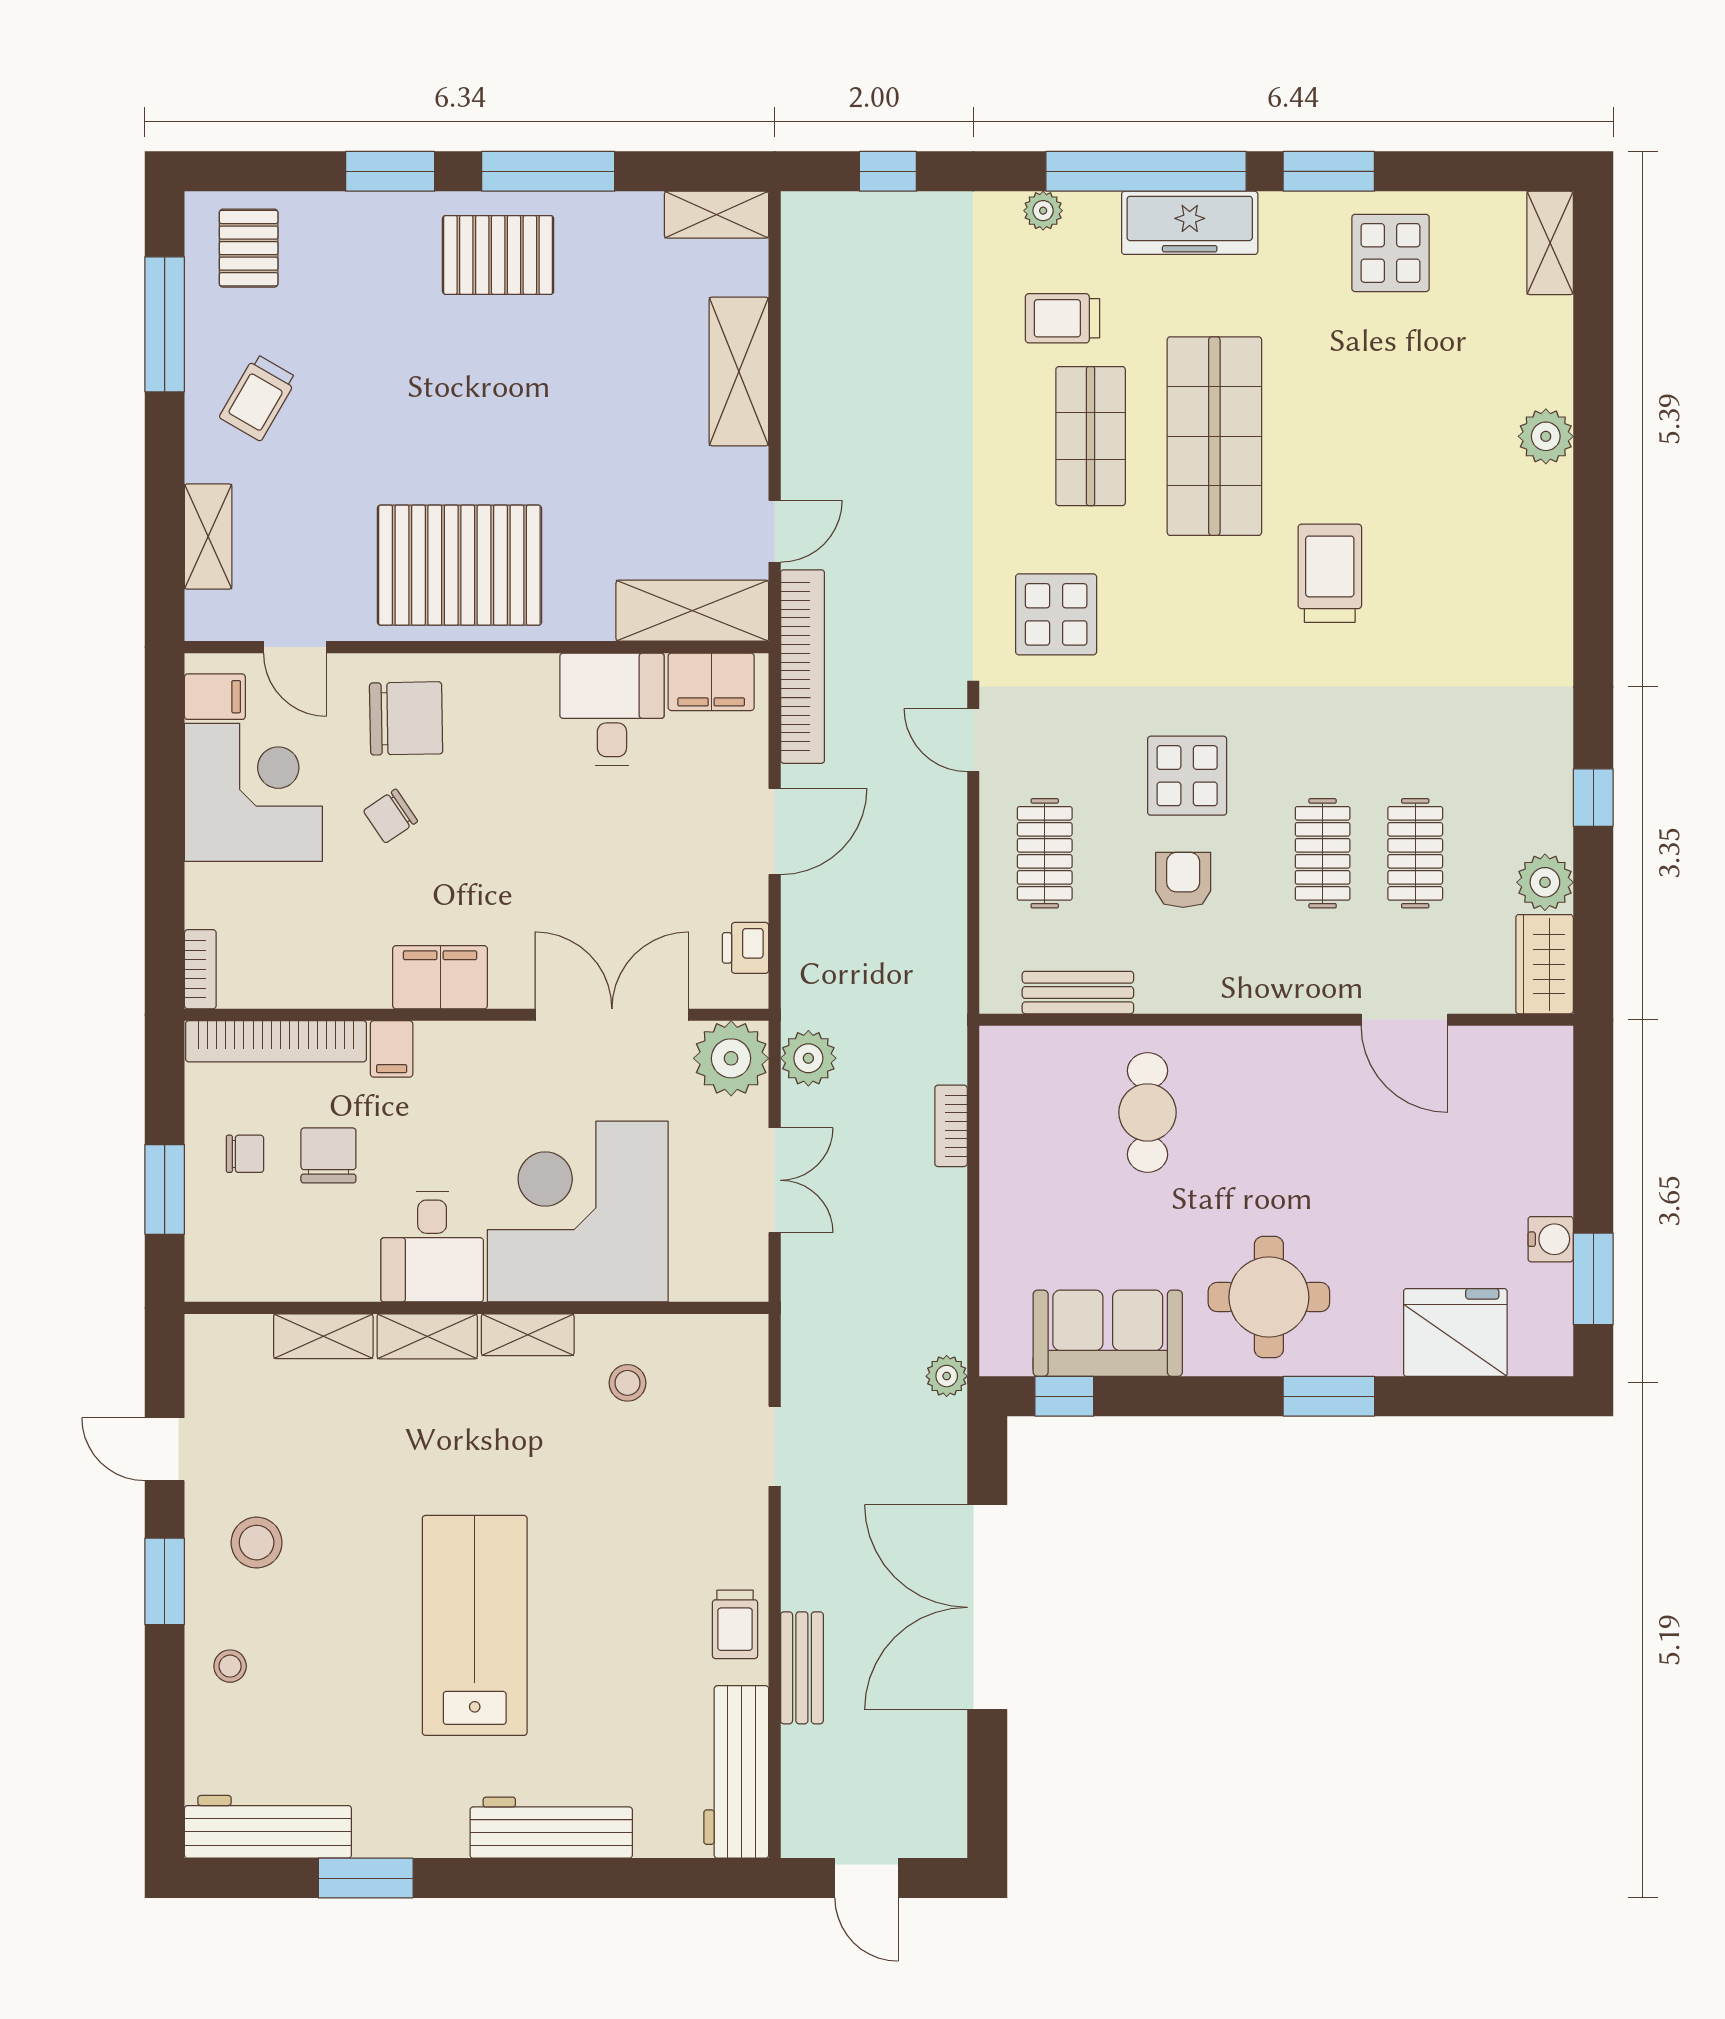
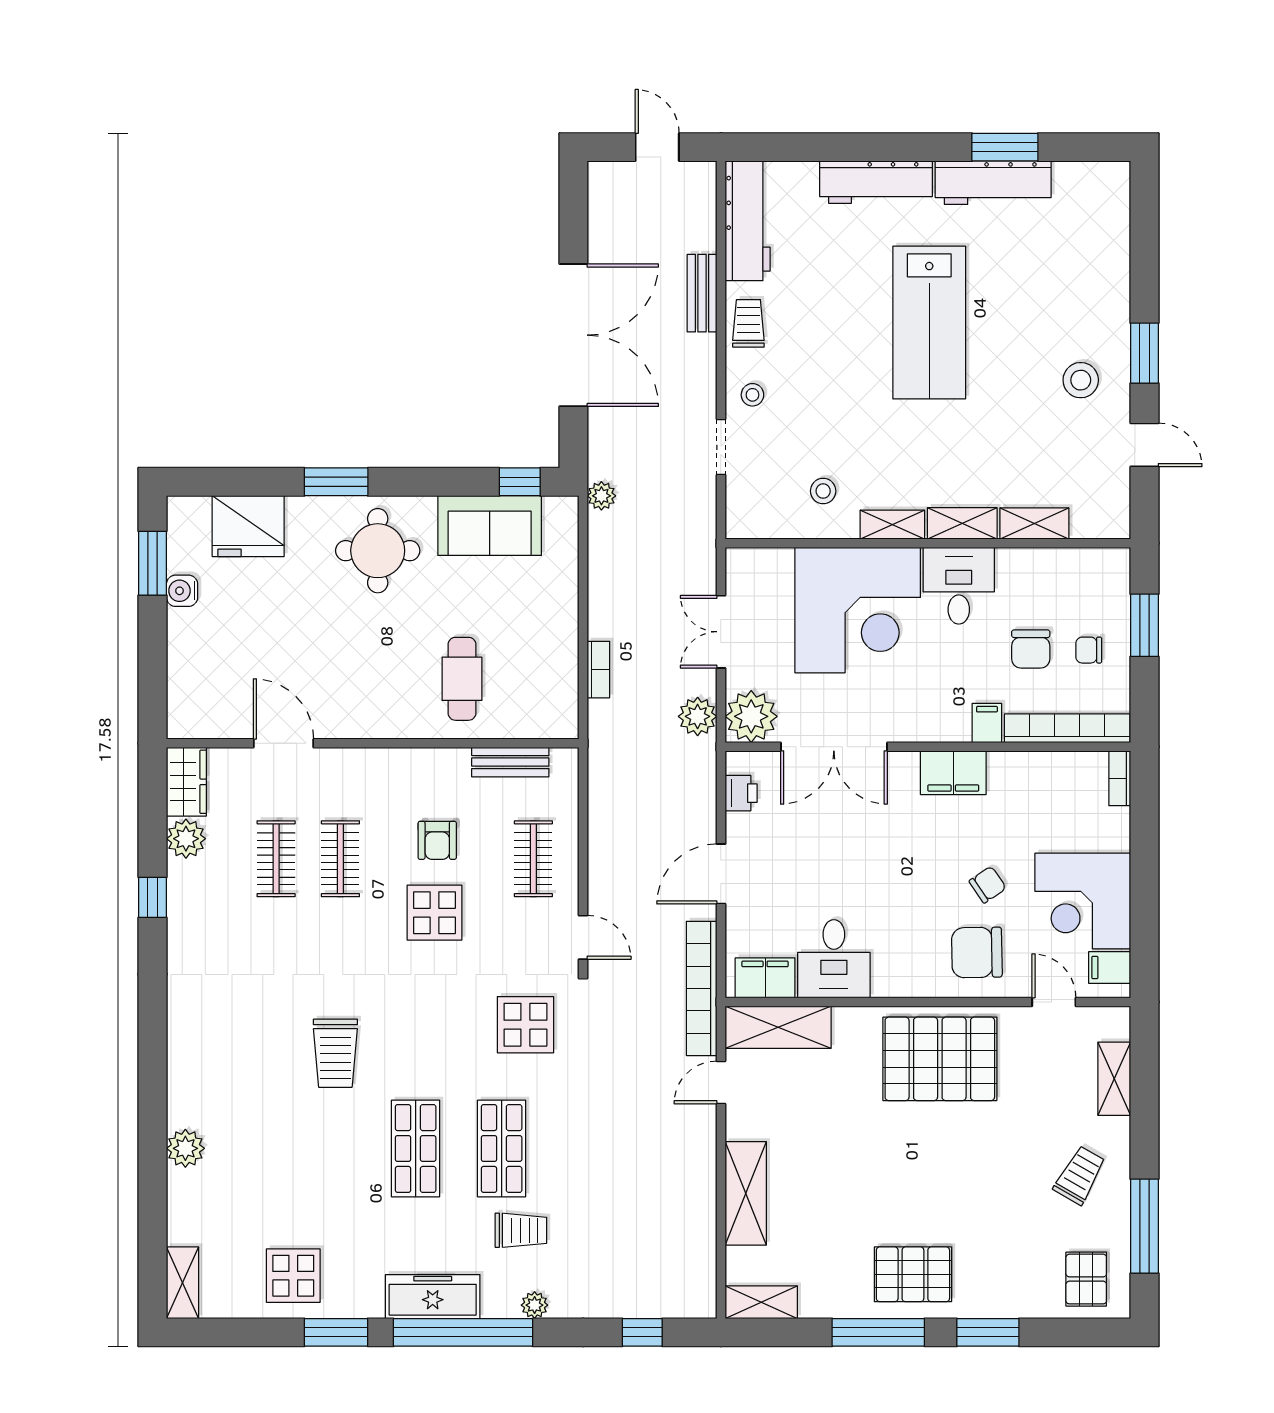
shop shelf: (1214, 436) -> (416, 1148), width x0.70, depth x0.74
stool: (230, 1666) -> (752, 395), moved
workbench: (268, 1827) -> (993, 183), moved

